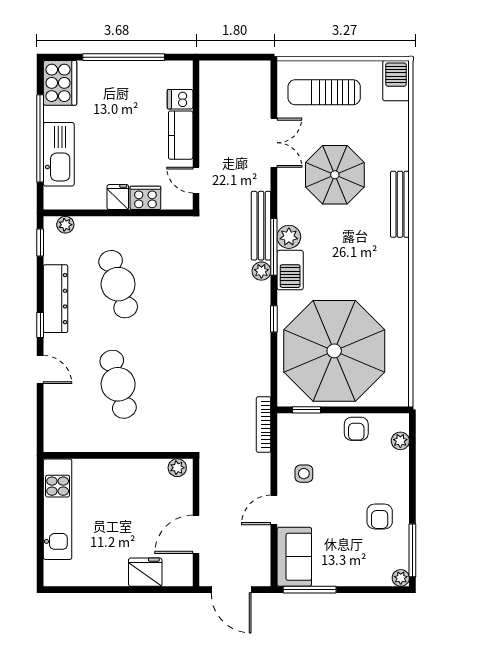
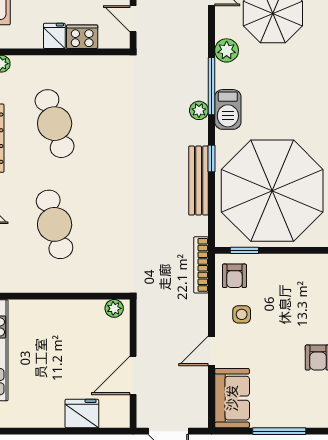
bench: (261, 226) -> (199, 180), moved
plant: (289, 237) -> (227, 50), moved
armchair: (356, 429) -> (234, 276), moved
window: (310, 590) -> (279, 431), moved

